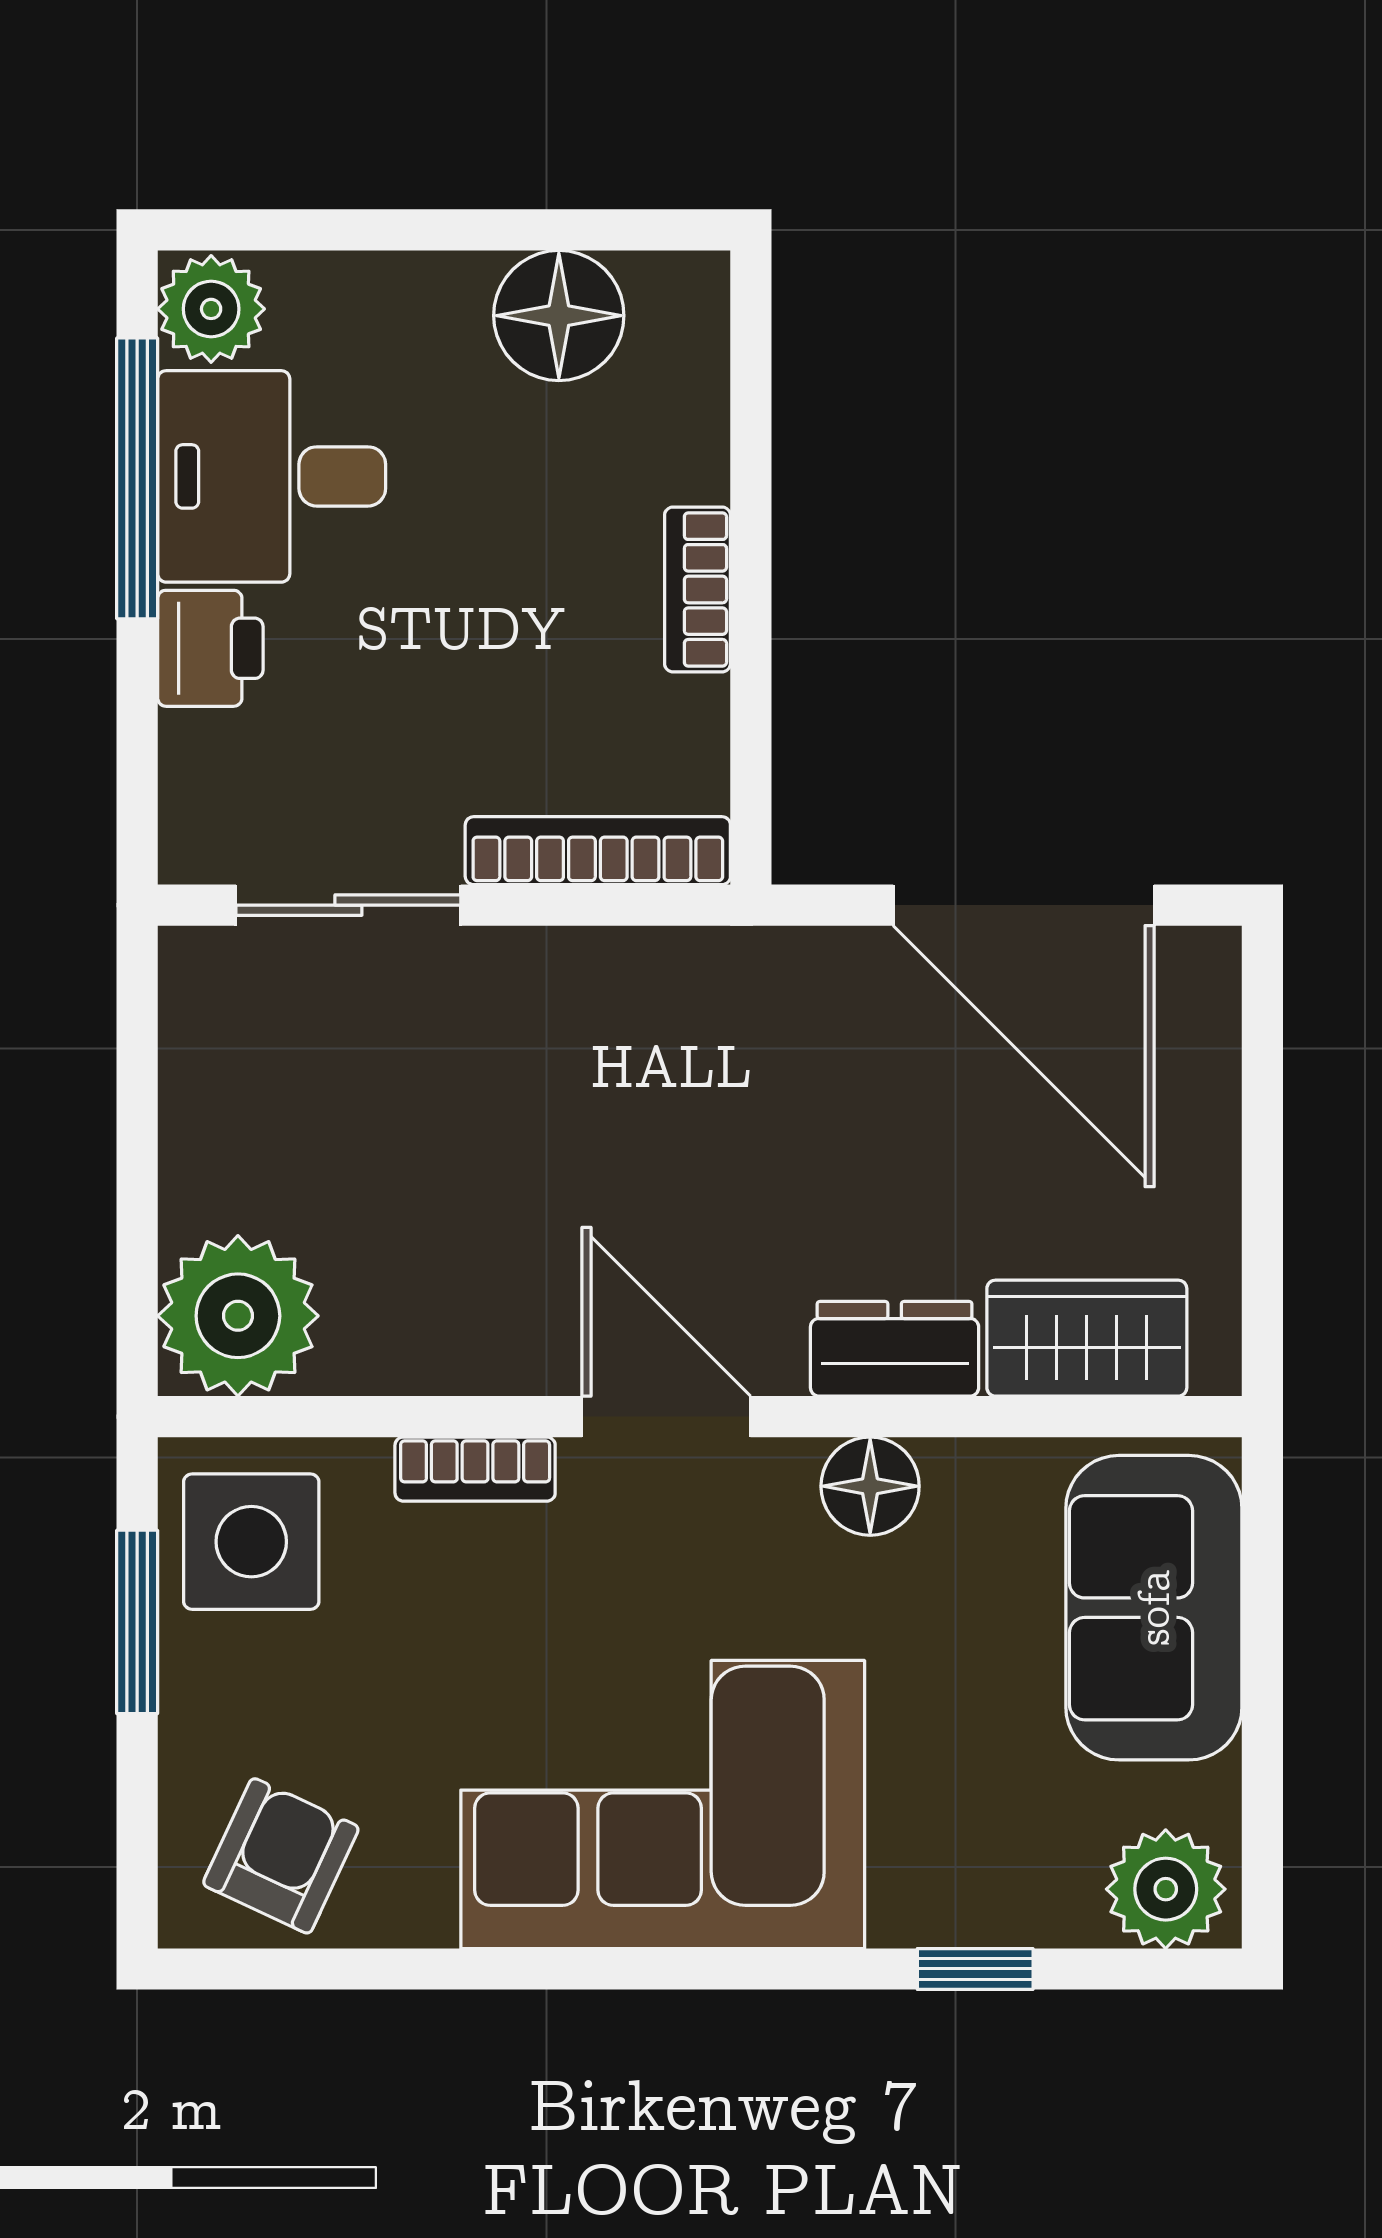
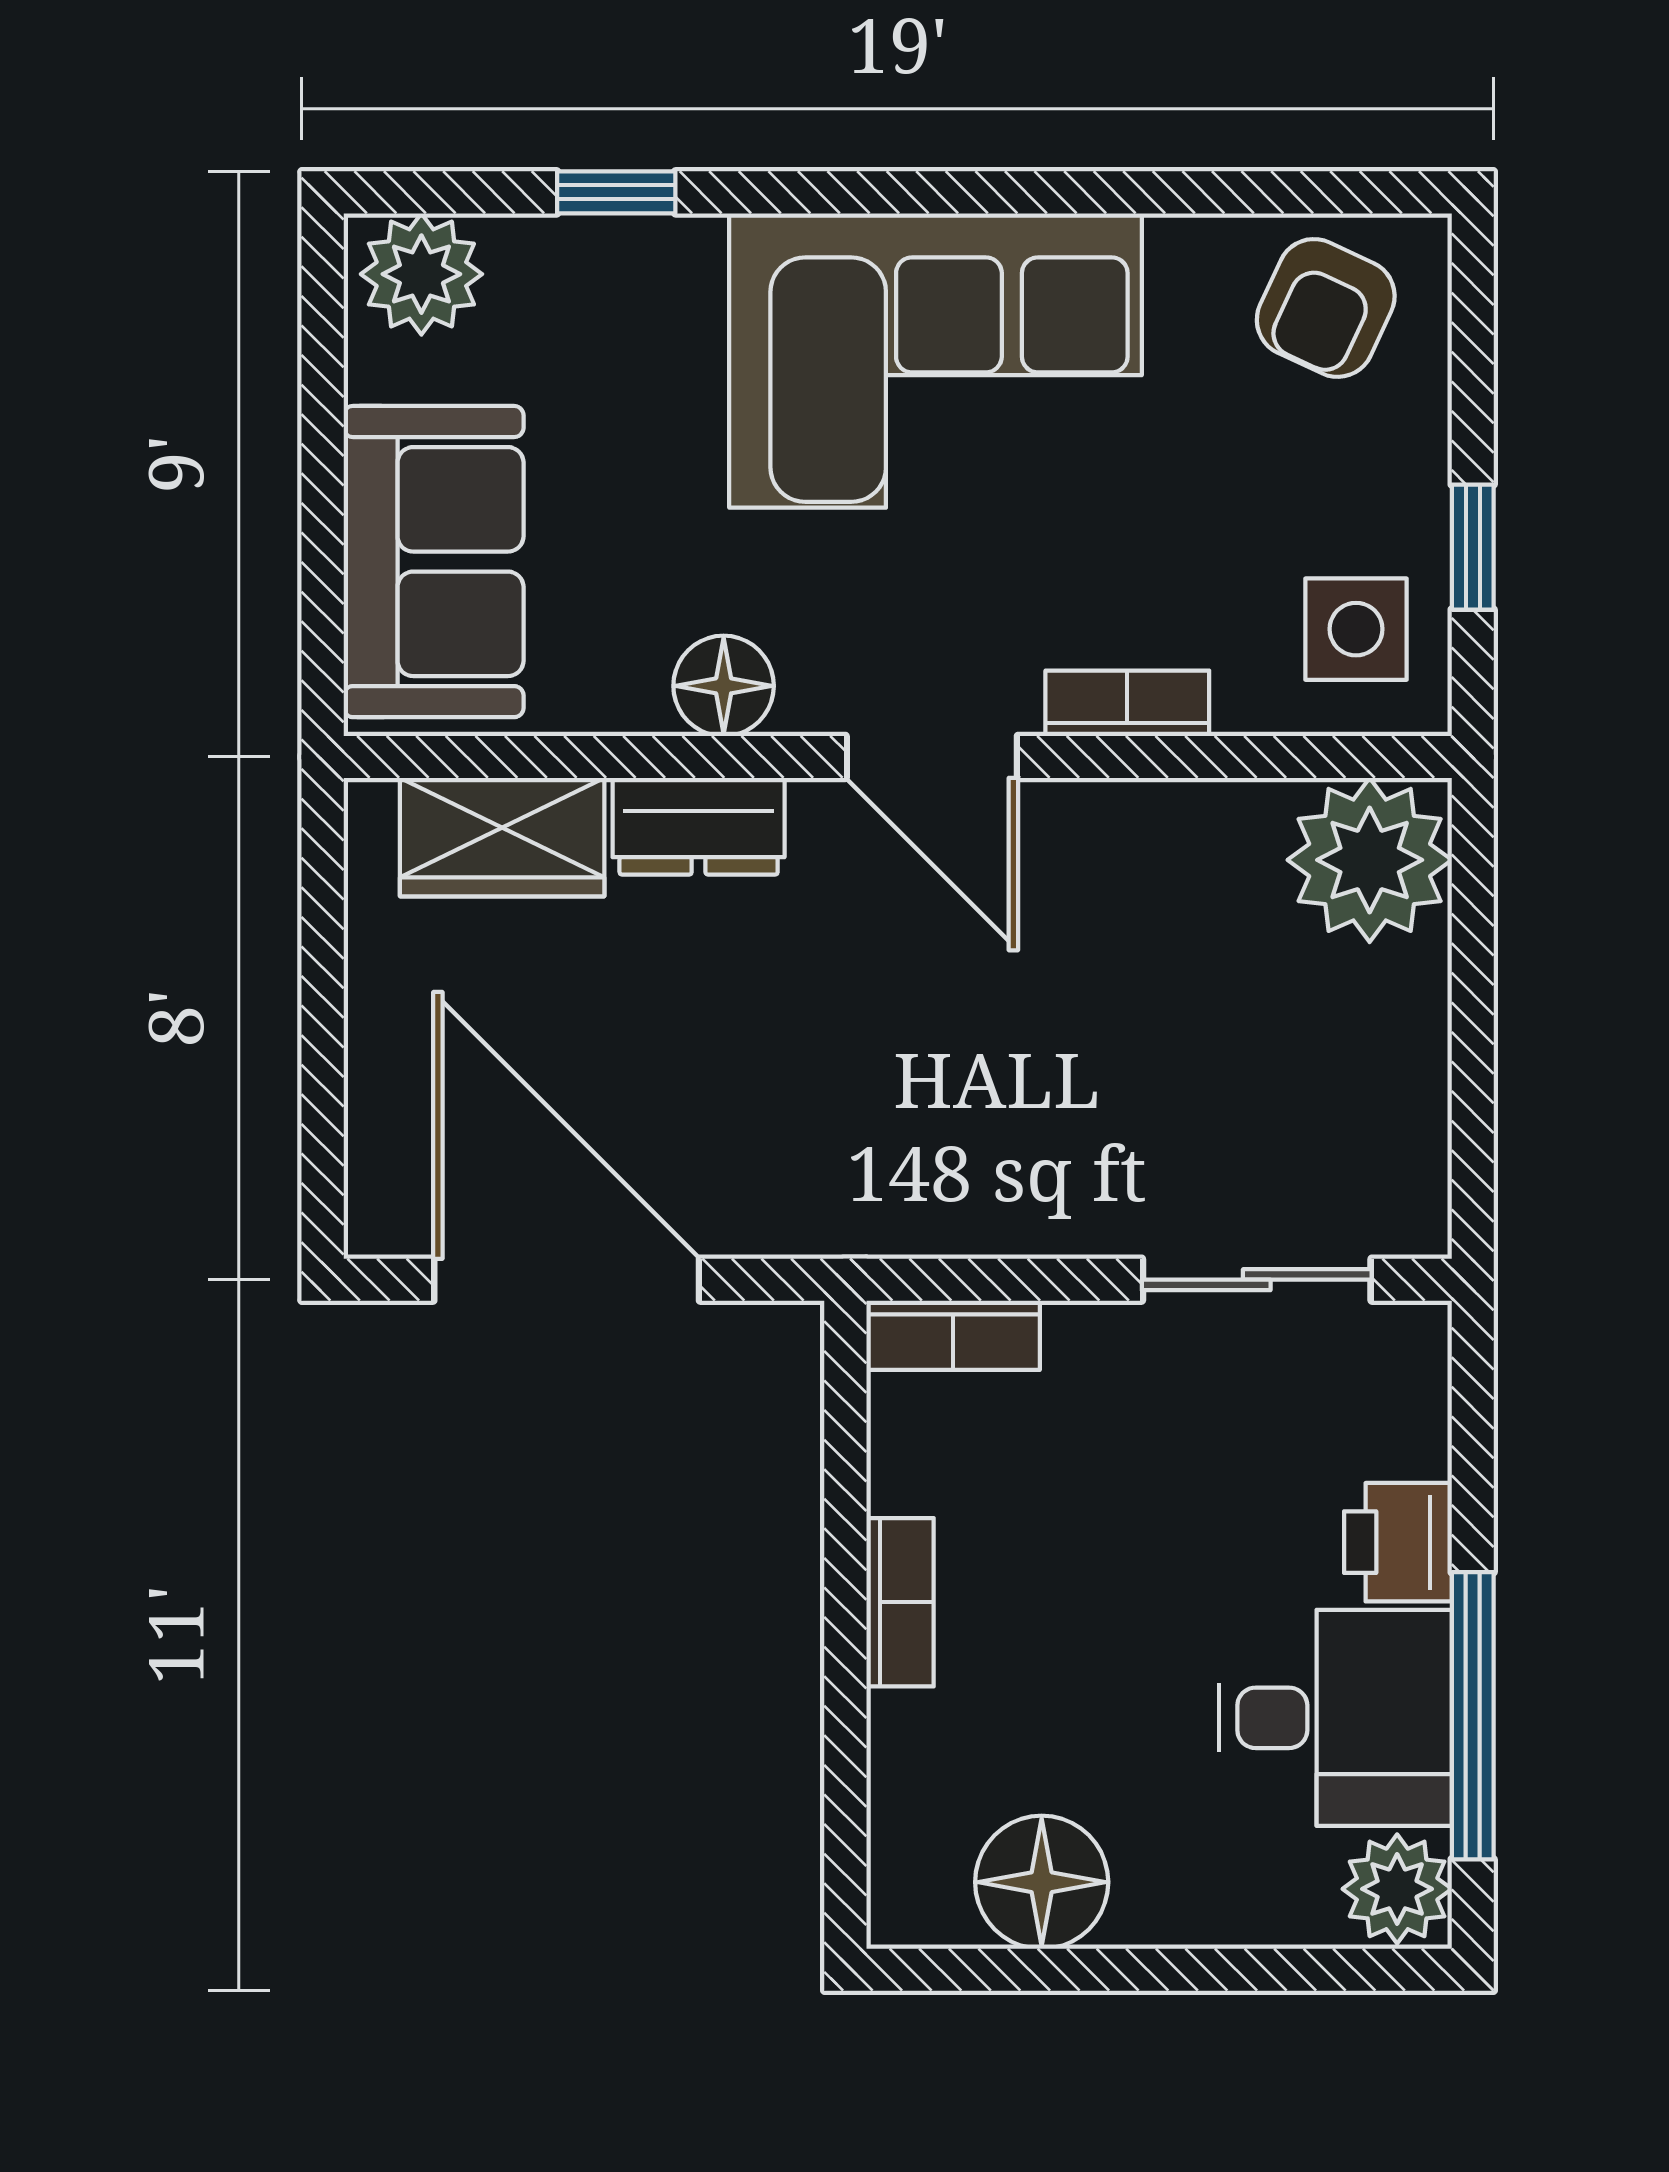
bookcase: (598, 851) -> (953, 1335), width x0.64
side table: (251, 1542) -> (1356, 629), width x0.73, depth x0.73
window: (137, 1622) -> (1473, 547), width x0.67

